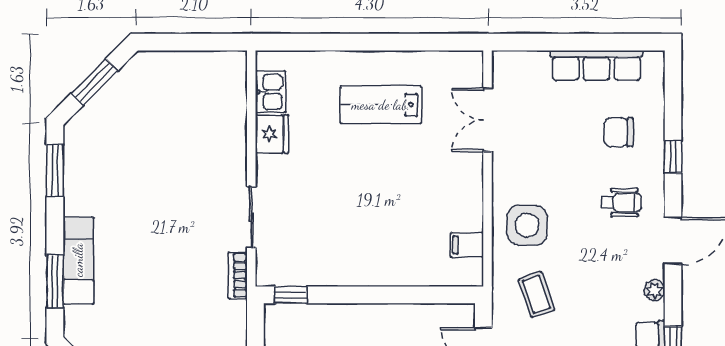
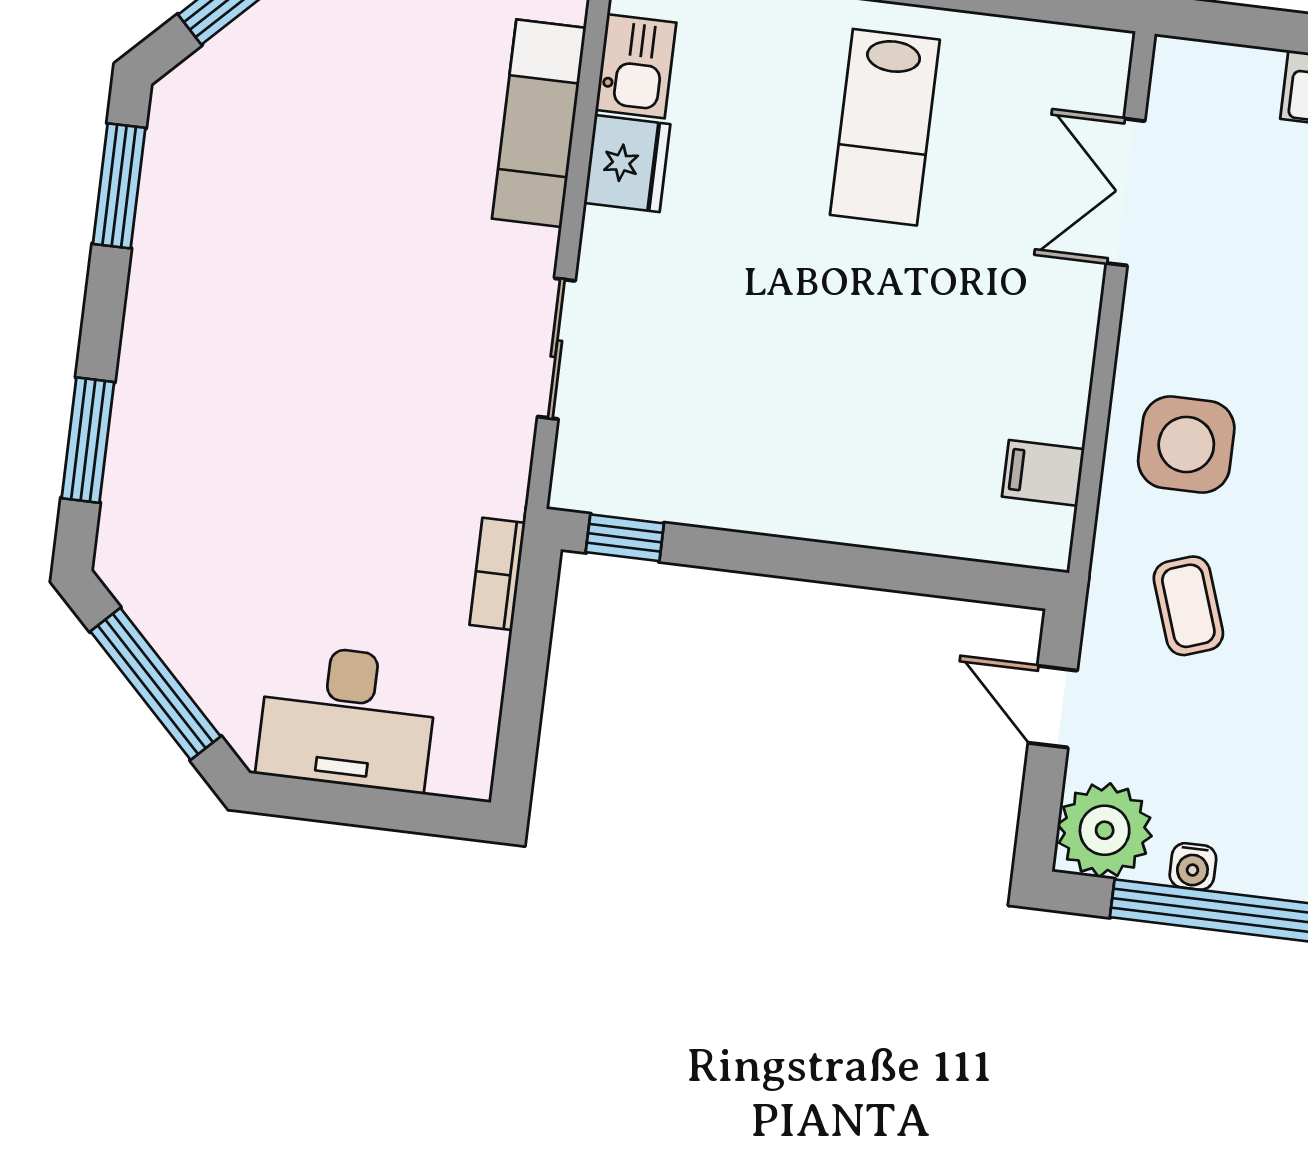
lab bench: (381, 105) -> (885, 127), turned -90
exam couch: (78, 260) -> (539, 123), moved, turned 180
bookcase: (238, 275) -> (497, 574), moved

